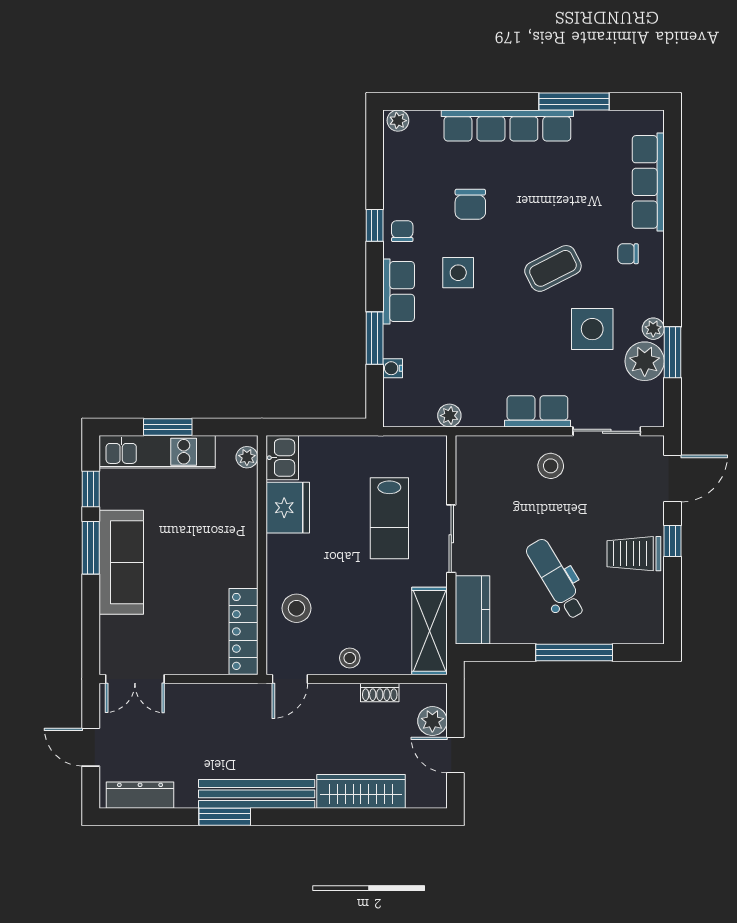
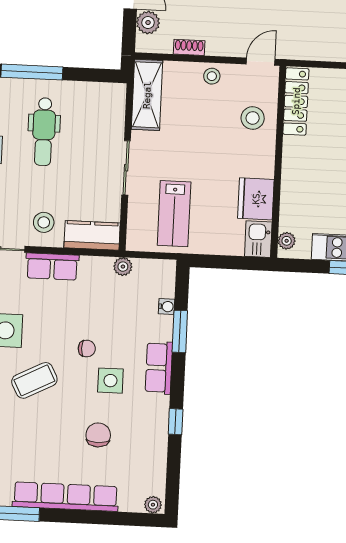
chair: (402, 231) -> (87, 349), moved, turned -90
lab bench: (389, 518) -> (174, 214), moved, turned 180
dental chair: (556, 579) -> (44, 132), turned 31
kitchen counter: (472, 610) -> (92, 235), moved, turned 90

